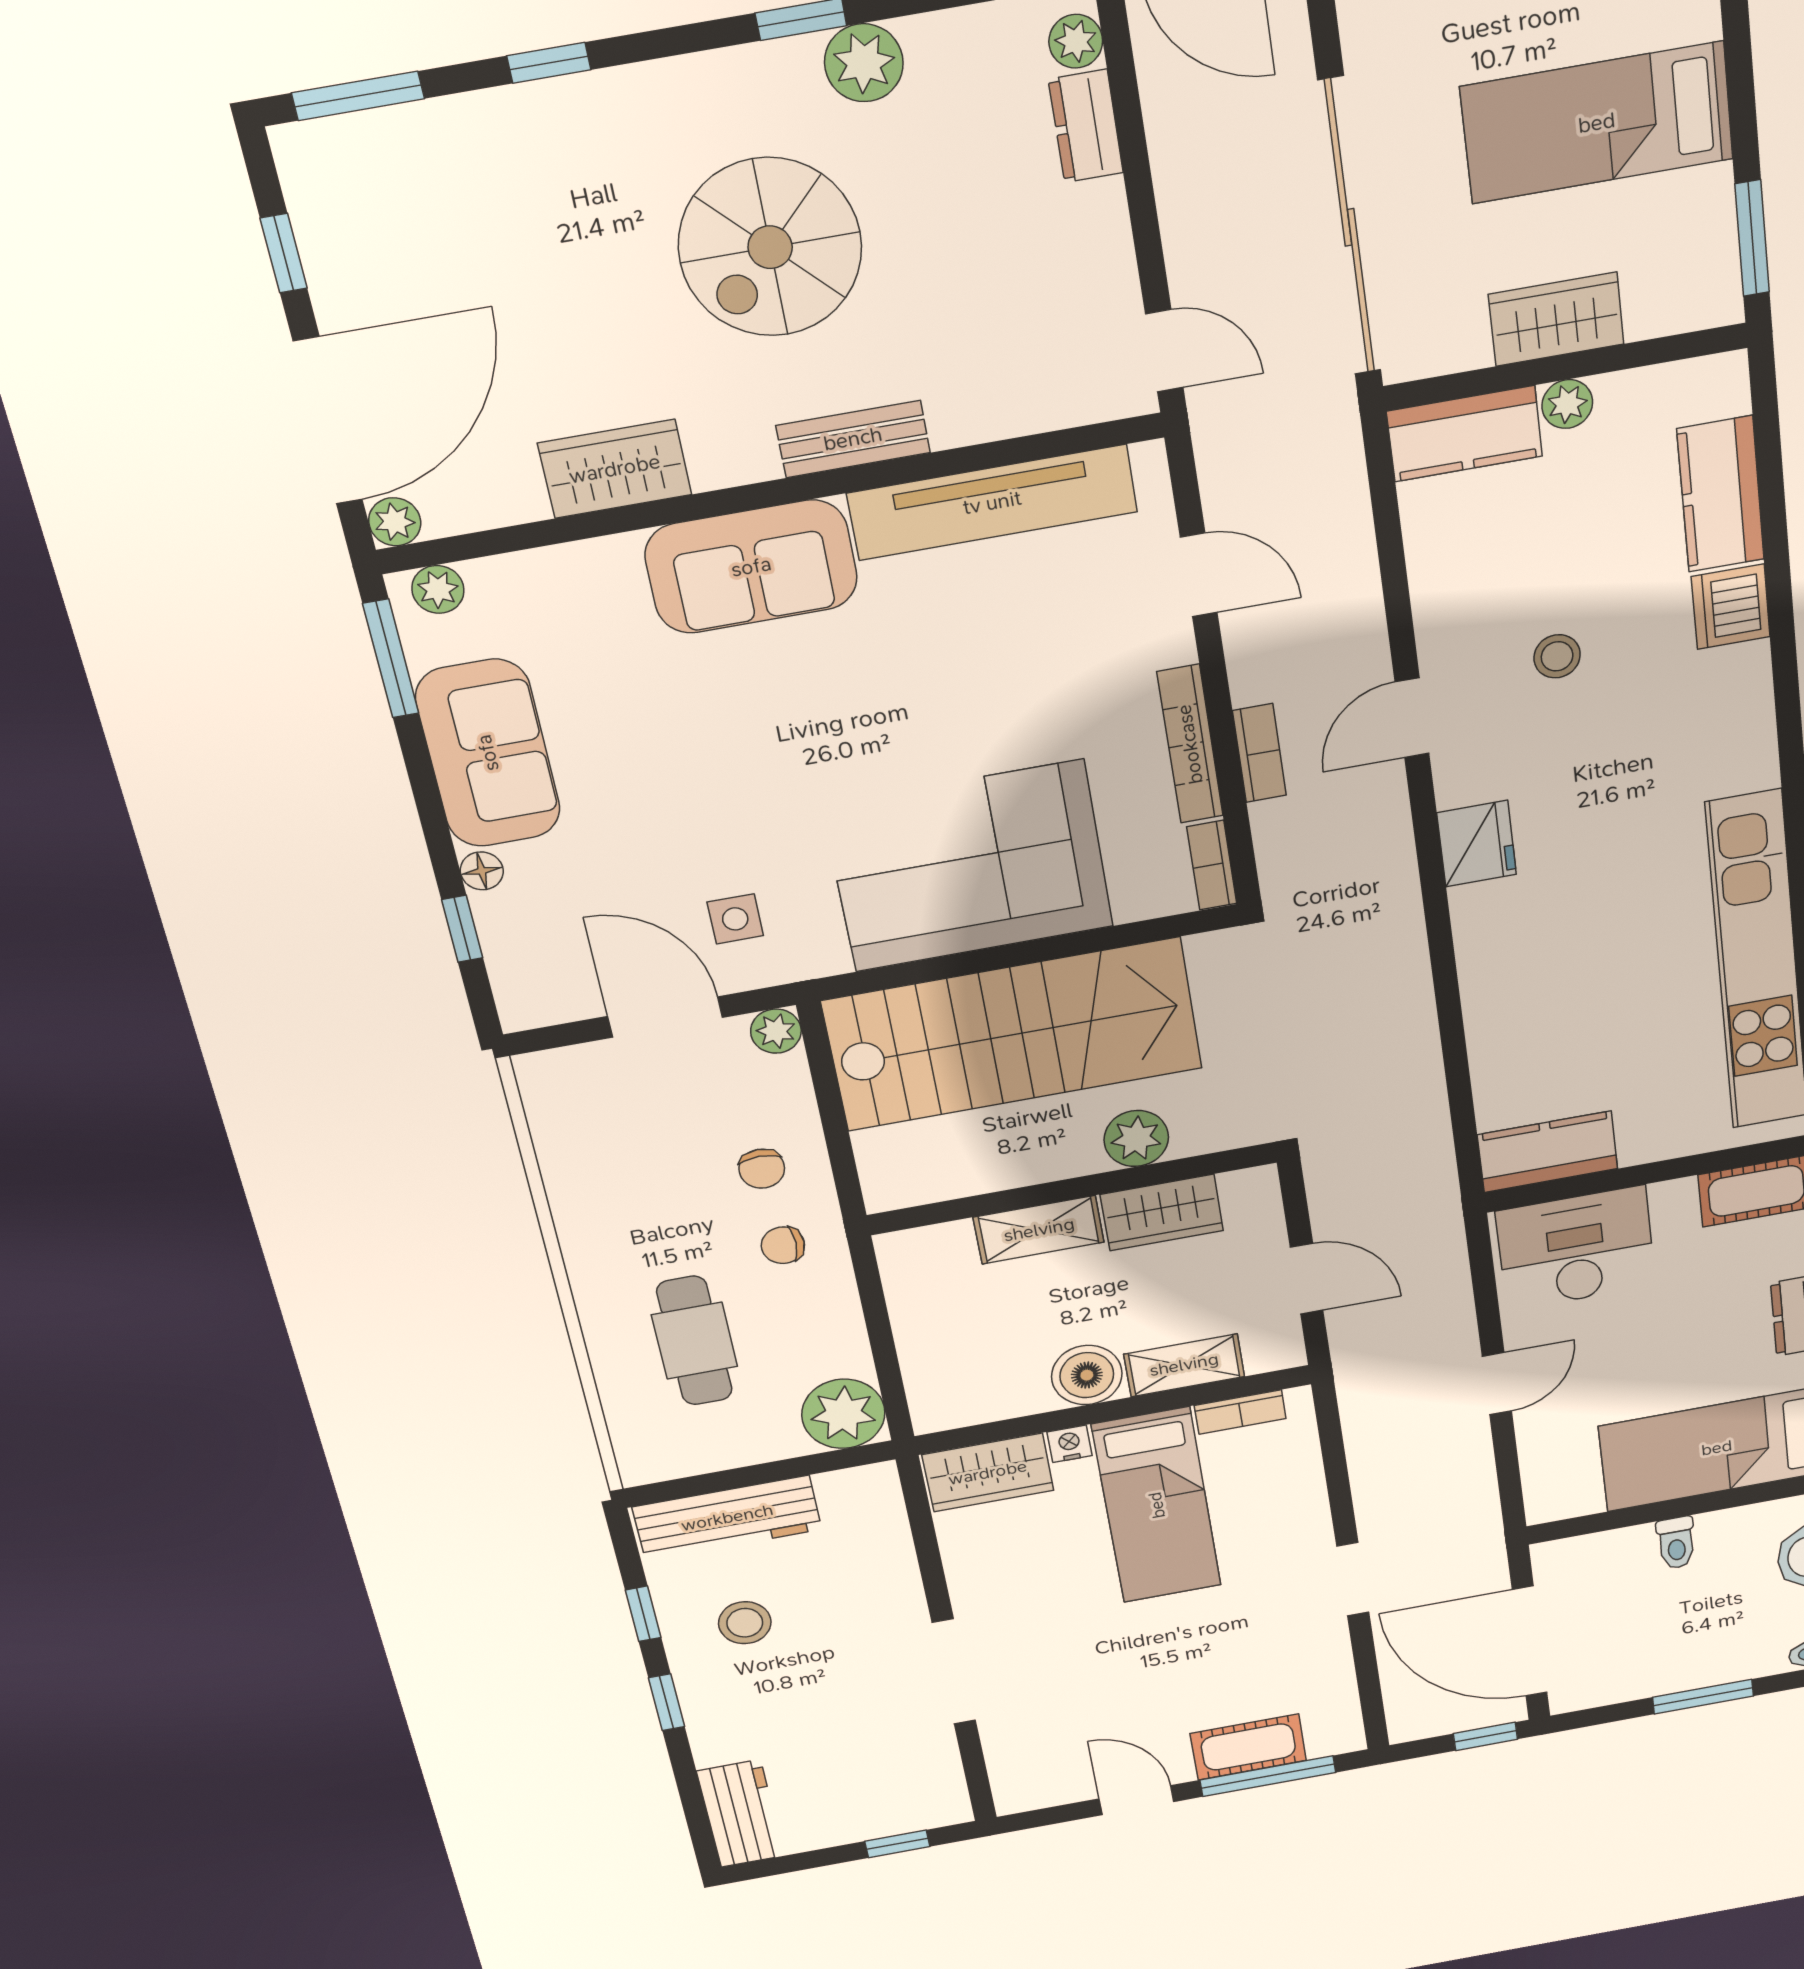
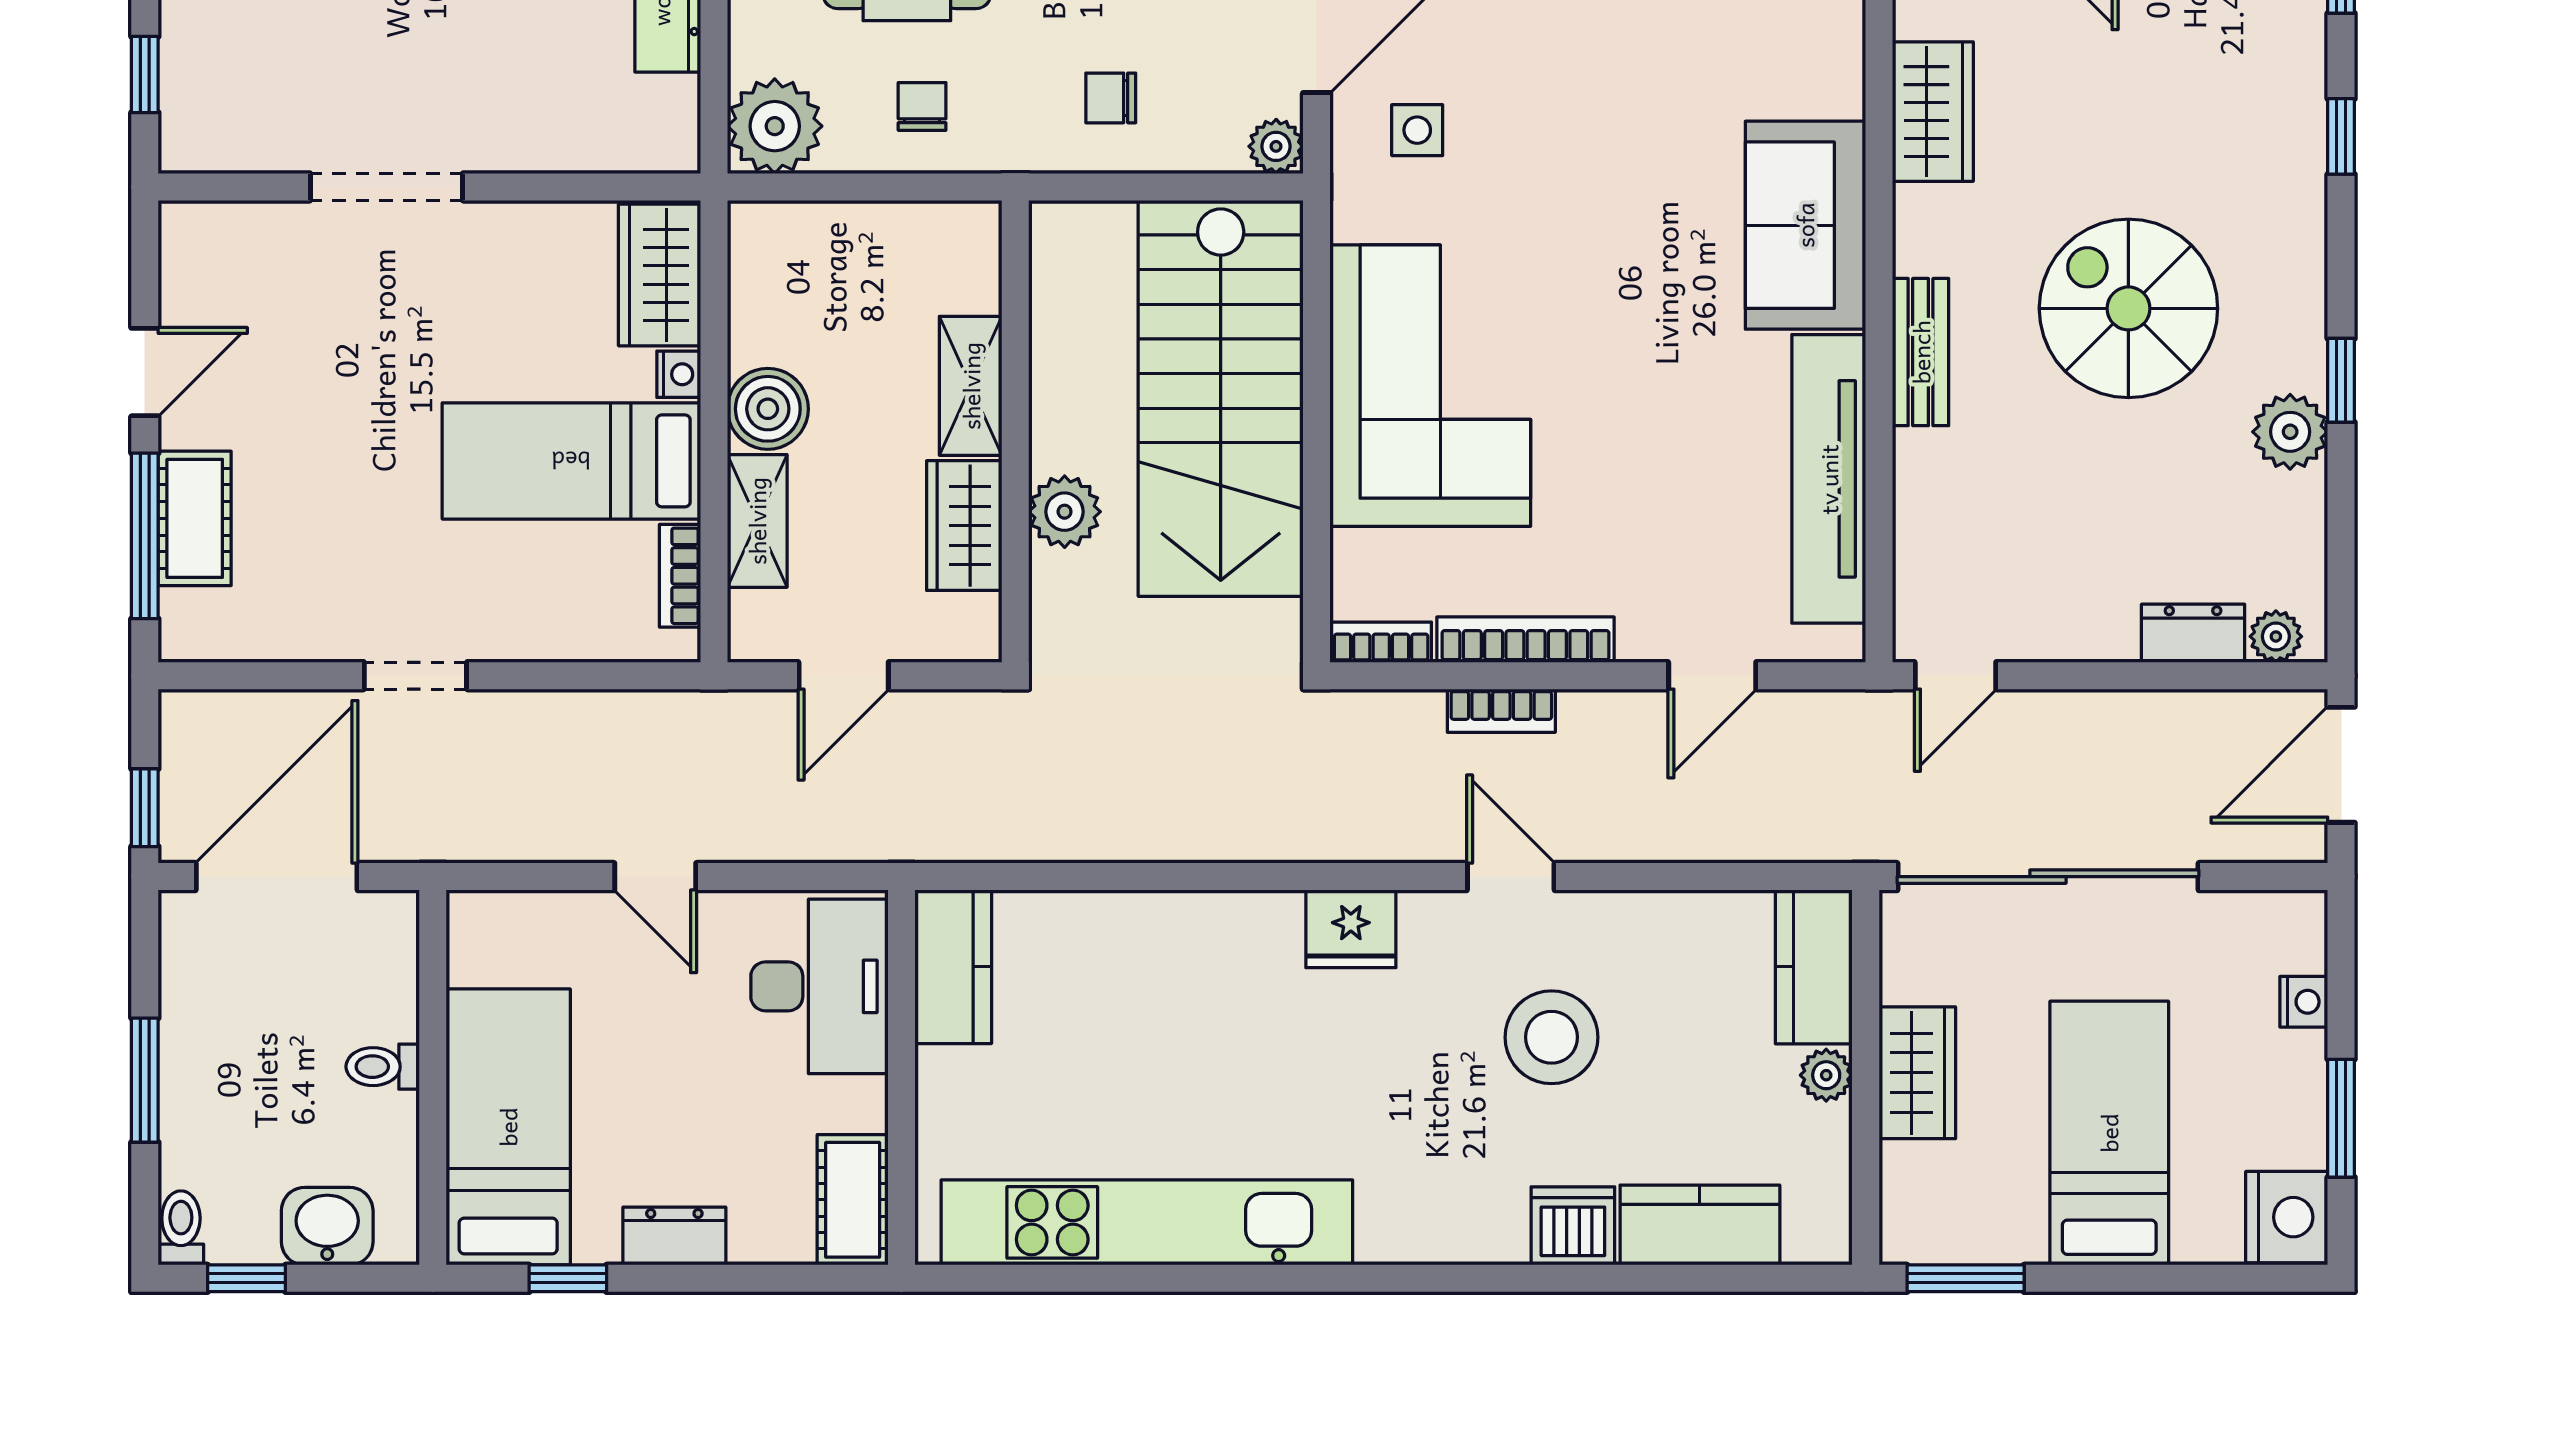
stool: (1557, 656) -> (1552, 1037), width x1.89, depth x1.89
chair: (783, 1245) -> (922, 106), moved

